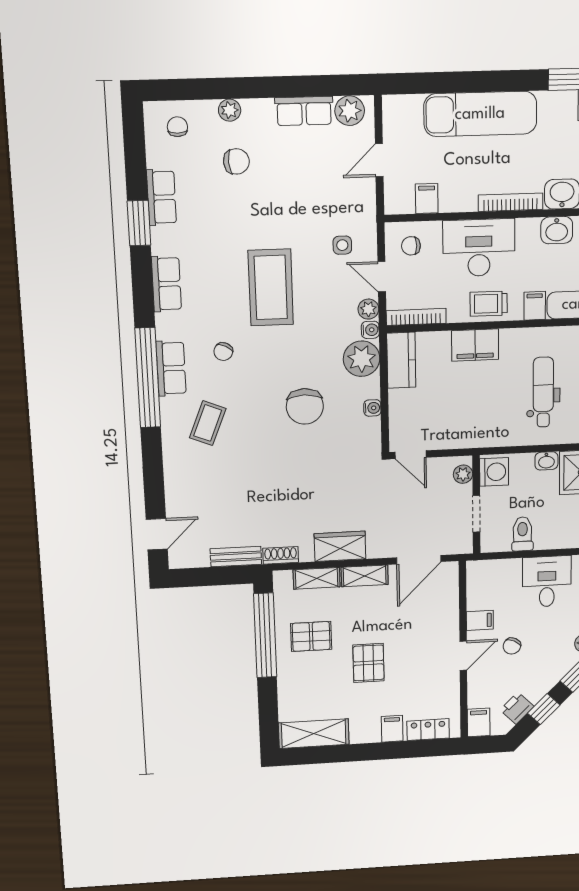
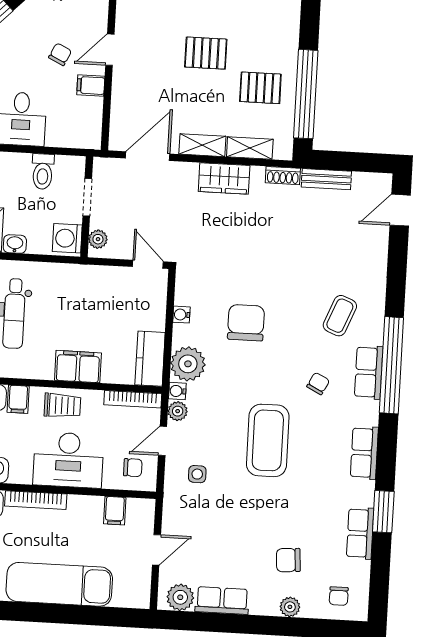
door: (382, 277) -> (163, 441), swing flipped
pallet: (369, 663) -> (206, 53), turned 90

